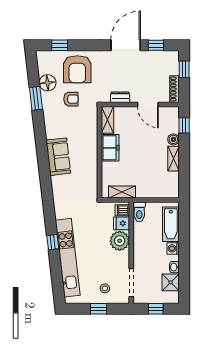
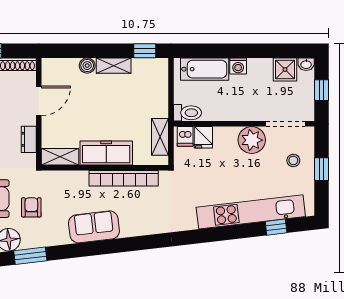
window: (184, 125) -> (145, 51), moved
freezer: (110, 148) -> (106, 153), width x1.40
sofa: (58, 157) -> (94, 227), moved
bookcase: (92, 166) -> (124, 178), added
plant: (120, 241) -> (252, 140), moved
window: (53, 242) -> (276, 227), moved
washbasin: (174, 267) -> (306, 64), moved

